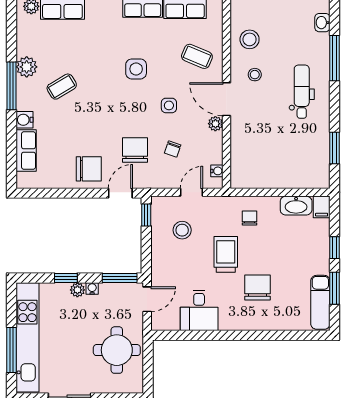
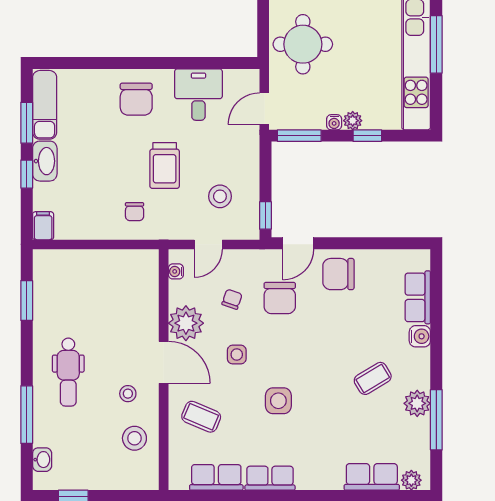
window: (12, 86) -> (436, 420), moved
plant: (215, 124) -> (186, 323), width x1.88, depth x1.88
washbasin: (296, 206) -> (45, 161), moved, turned 90
chair: (257, 287) -> (136, 99), moved

